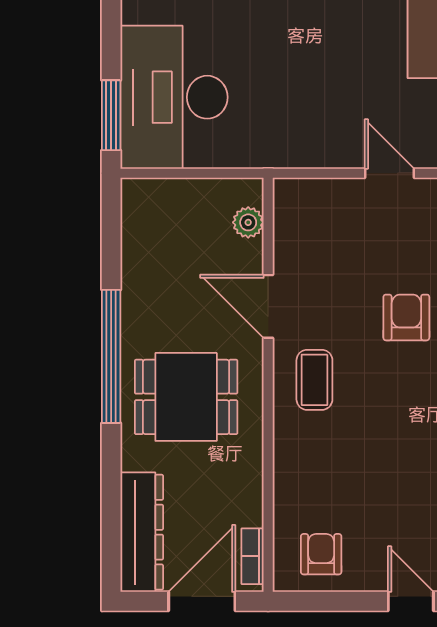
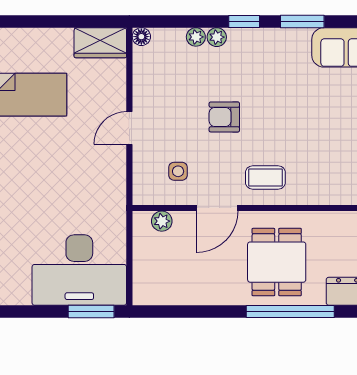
side table: (324, 247) -> (178, 171), added
window: (111, 356) -> (290, 311), moved

